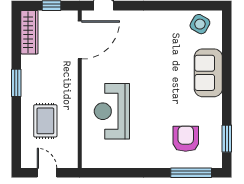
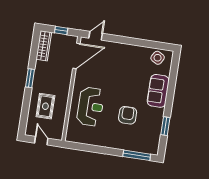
reception desk: (112, 111) -> (90, 107), turned 180
armchair: (186, 139) -> (128, 115), moved
window: (227, 139) -> (165, 126), moved

